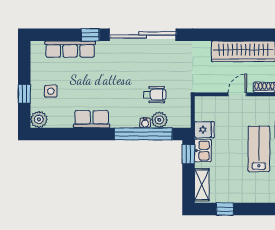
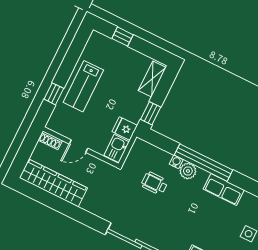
plant: (159, 120) -> (188, 171), moved
window: (143, 134) -> (203, 163), moved
kitchen sink: (203, 151) -> (117, 149), moved
window: (225, 209) -> (123, 37), moved

